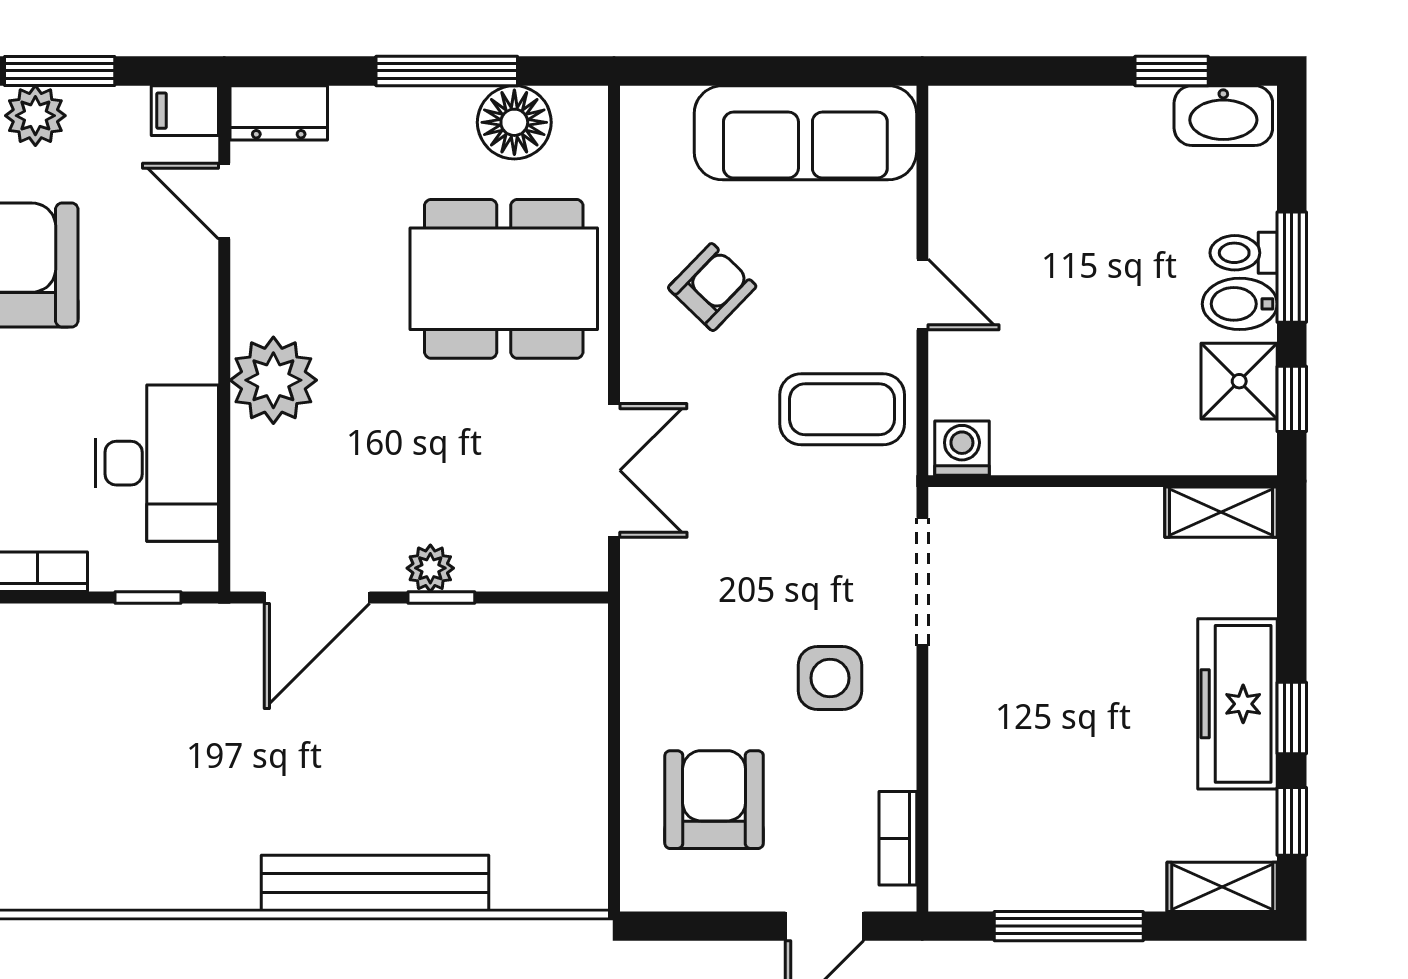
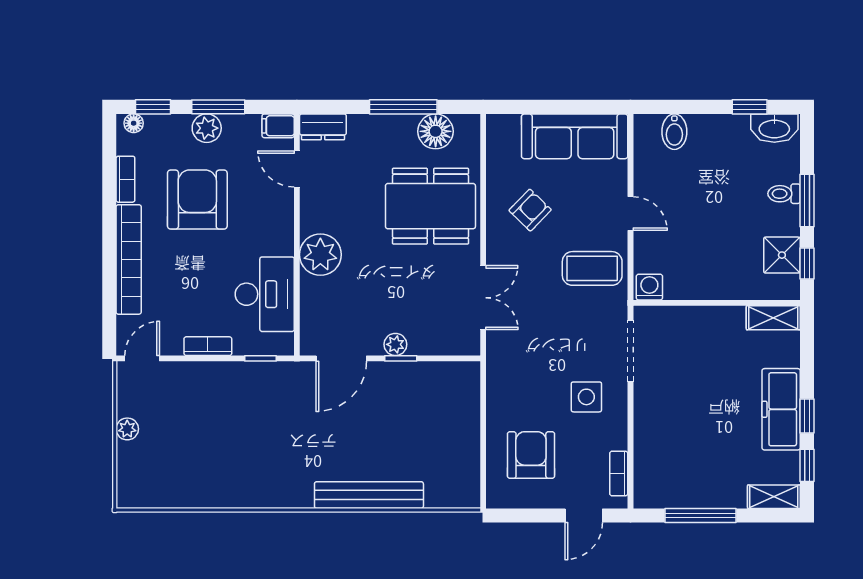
bidet: (1240, 304) -> (674, 132), moved, turned -90

